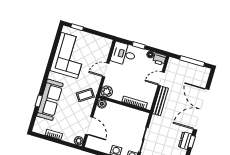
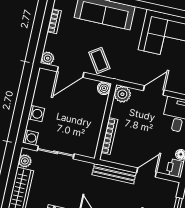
door: (106, 70) -> (154, 90), hinge flipped
door: (161, 79) -> (147, 173), hinge flipped
coffee table: (85, 95) -> (99, 60), moved

